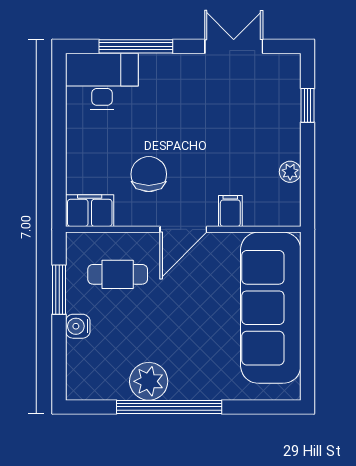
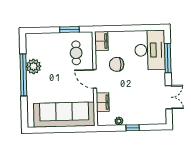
desk: (102, 81) -> (150, 50), width x1.36, depth x1.30
window: (307, 105) -> (133, 128), moved
chair: (149, 174) -> (117, 64), turned 180
filing cabinet: (230, 211) -> (103, 102), width x2.00
water cooler: (78, 326) -> (55, 37), removed

